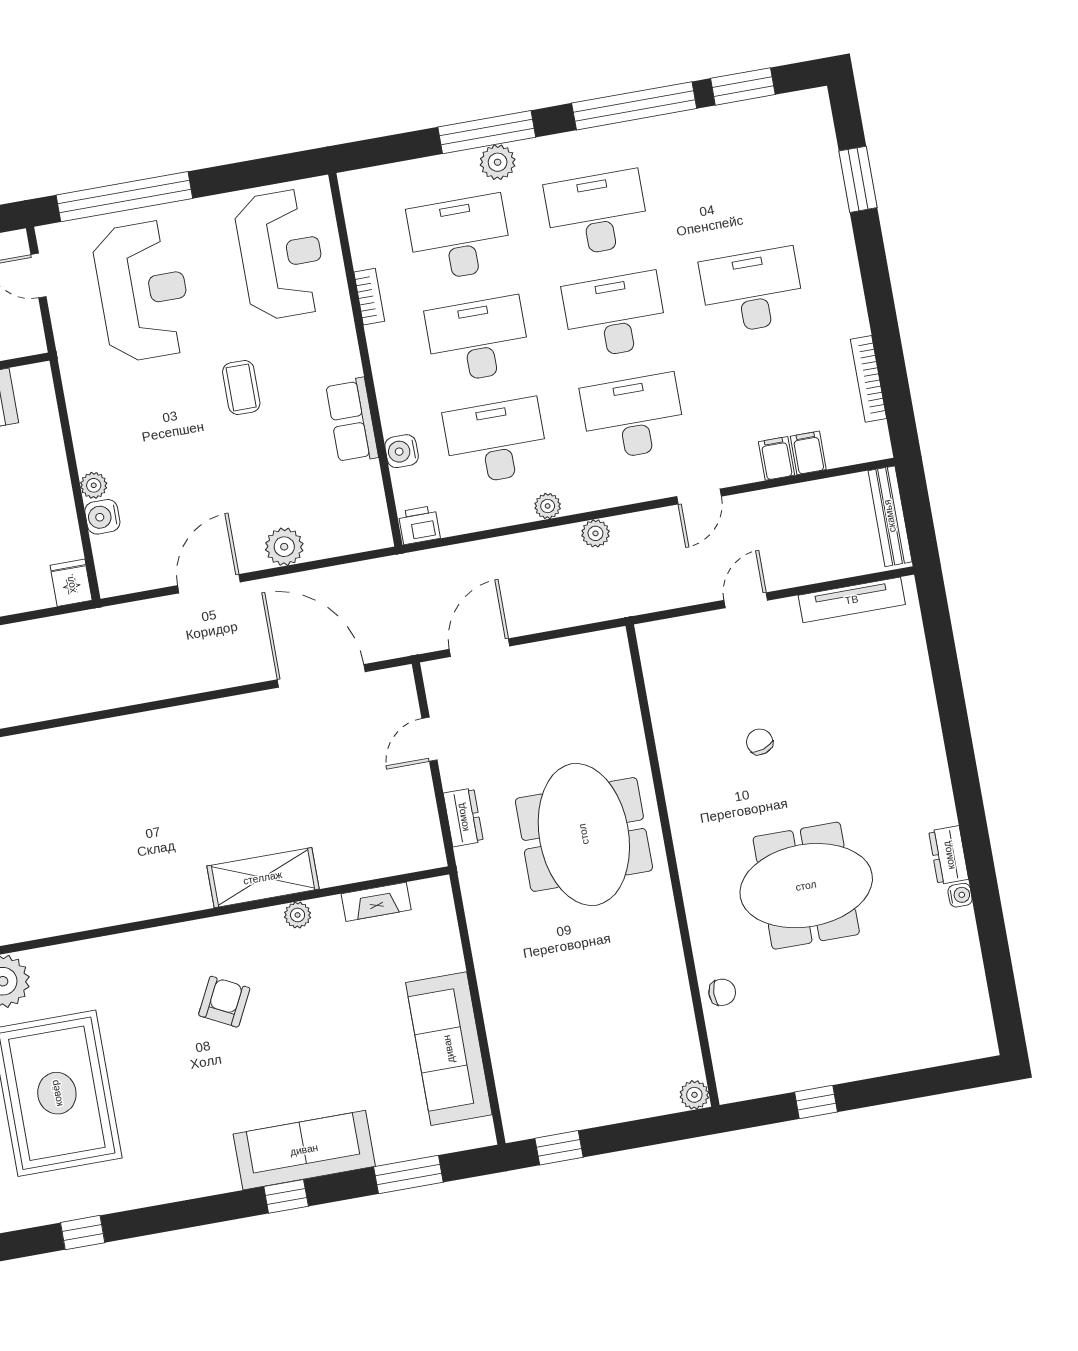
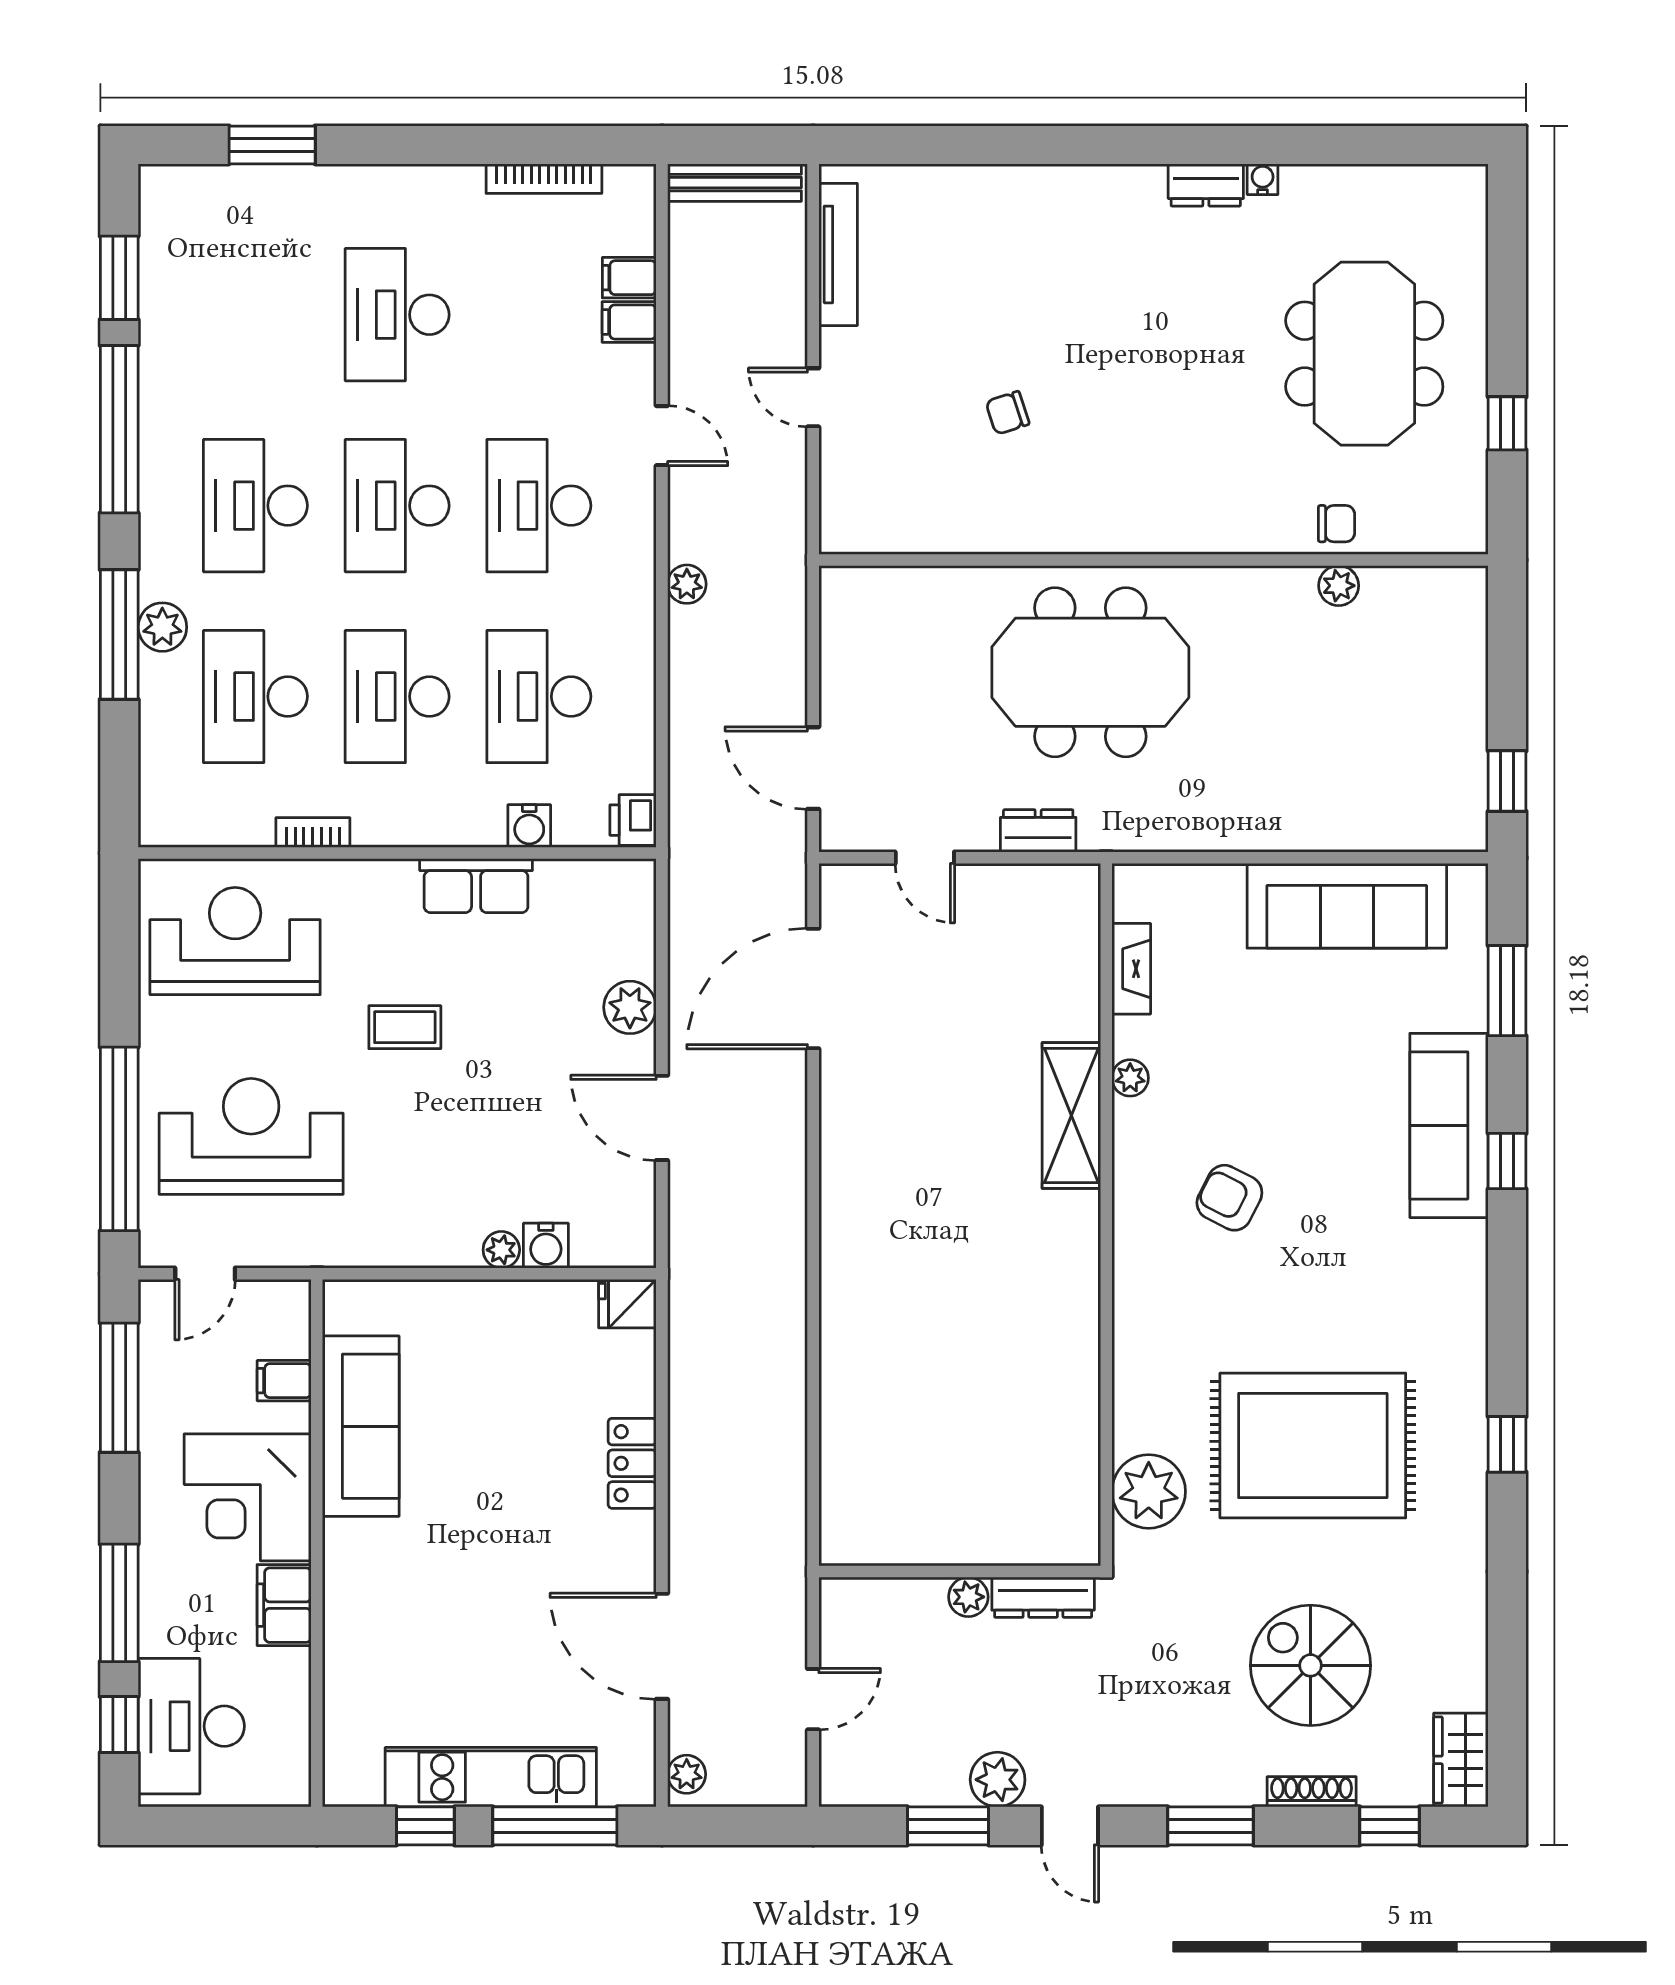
plant: (548, 506) -> (638, 642), removed
meeting table: (806, 886) -> (1364, 354), moved
chair: (722, 992) -> (1336, 524), turned 88
plant: (694, 1095) -> (1339, 586), moved

